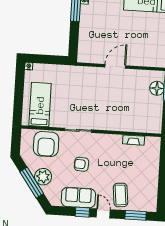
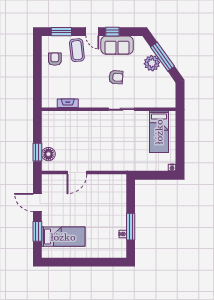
door: (115, 66) -> (77, 173), moved
armchair: (46, 144) -> (55, 59), moved, width x0.53, depth x0.53

